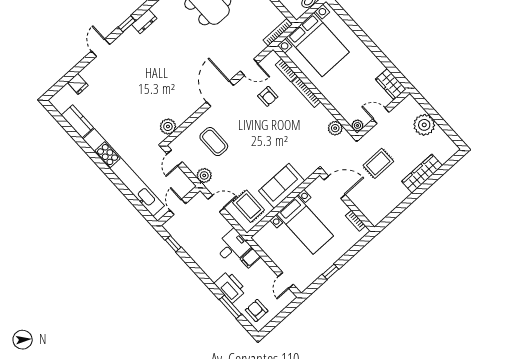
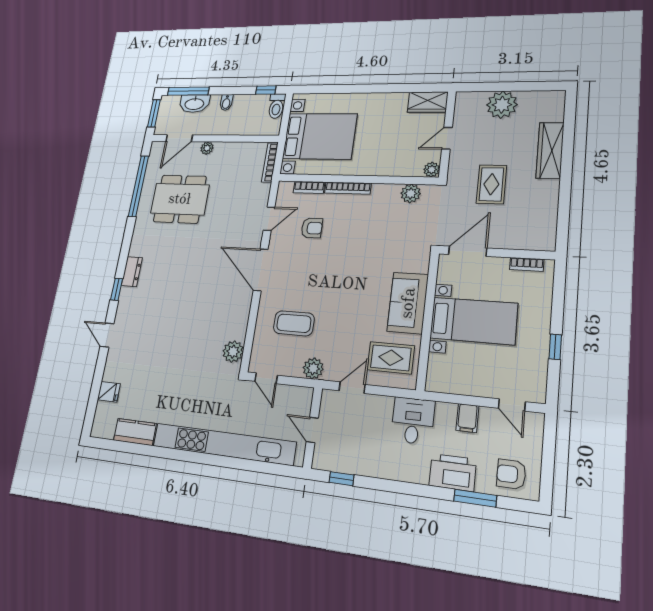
filing cabinet: (250, 258) -> (467, 418), moved

